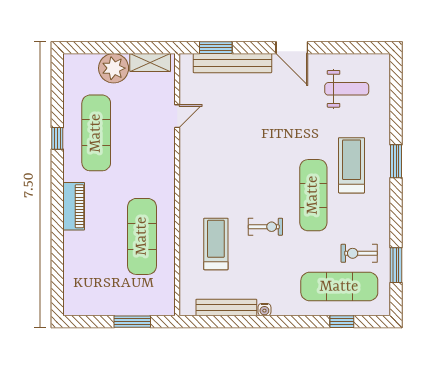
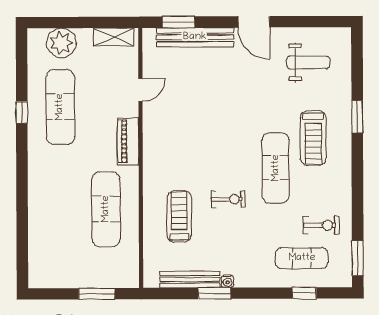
plant: (114, 68) -> (61, 43), moved
window: (396, 161) -> (357, 117), moved
treadmill: (352, 165) -> (313, 138), turned 180
piano: (74, 206) -> (128, 141), moved, turned 180
exercise bike: (359, 253) -> (321, 225), turned 180
window: (396, 265) -> (358, 258), moved
exercise mat: (339, 287) -> (302, 258), width x0.73, depth x0.69
window: (251, 322) -> (214, 293), added

